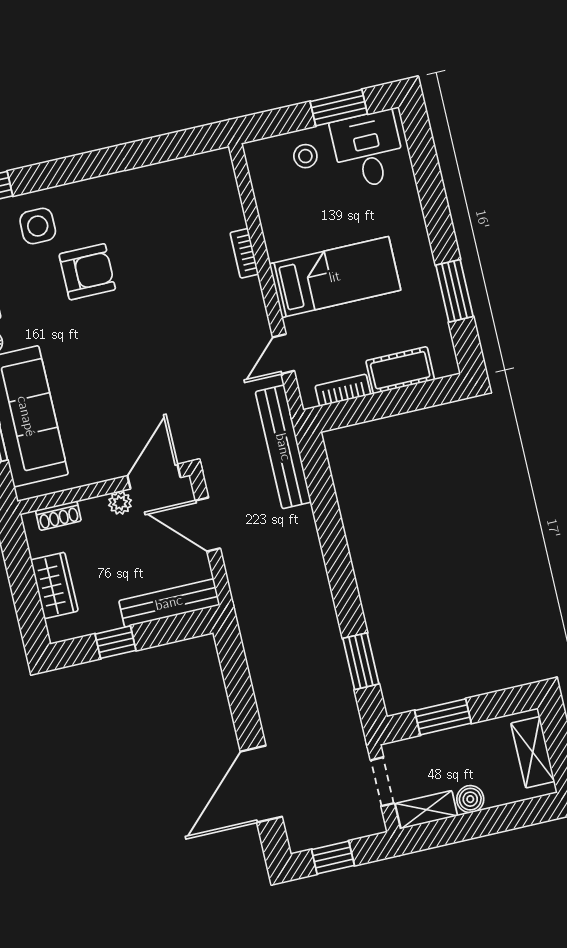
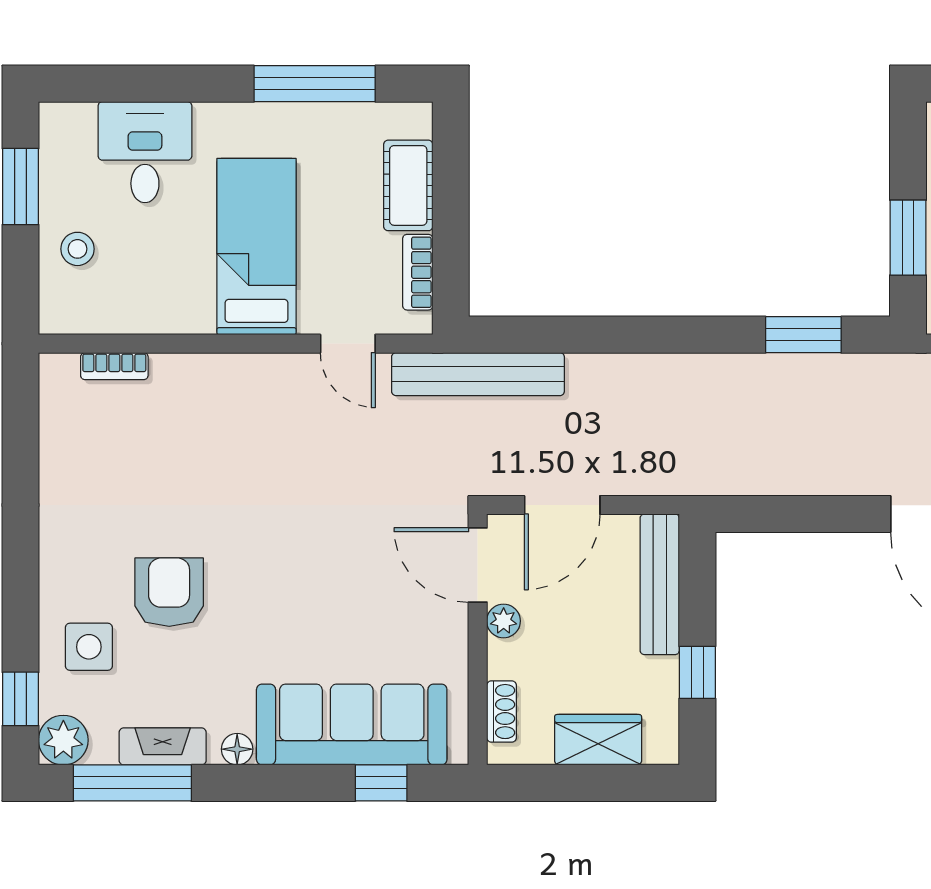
desk: (368, 150) -> (145, 152), moved, turned 90
bookcase: (244, 253) -> (114, 366), moved
window: (454, 291) -> (315, 84), width x1.44

